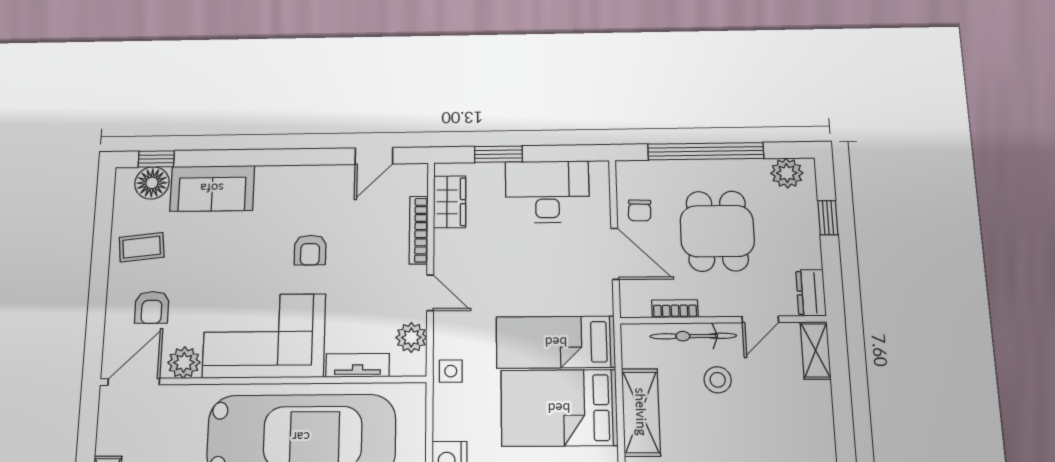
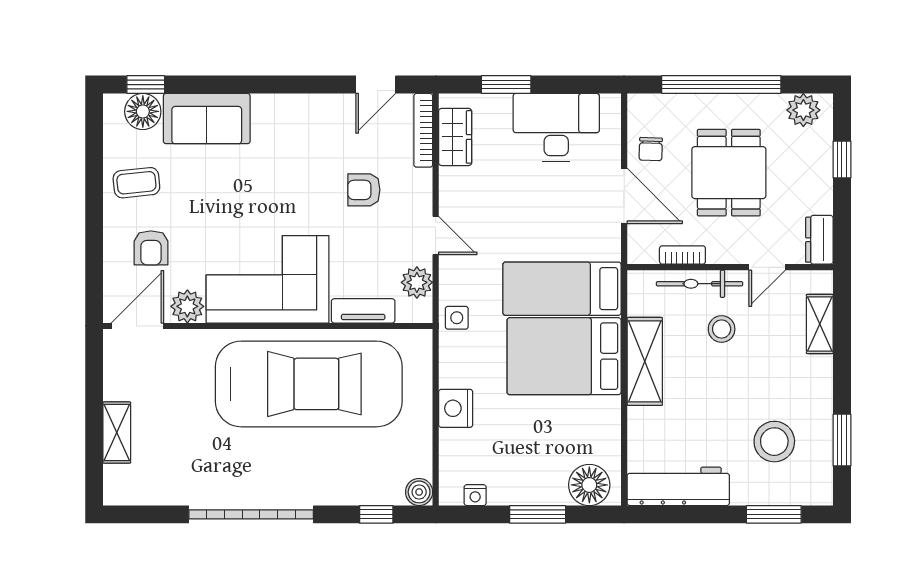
bookcase: (419, 230) -> (423, 130), moved
armchair: (310, 250) -> (364, 190), moved, turned 90
shelving: (816, 350) -> (820, 324), moved

